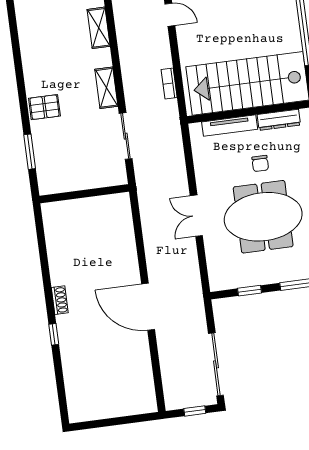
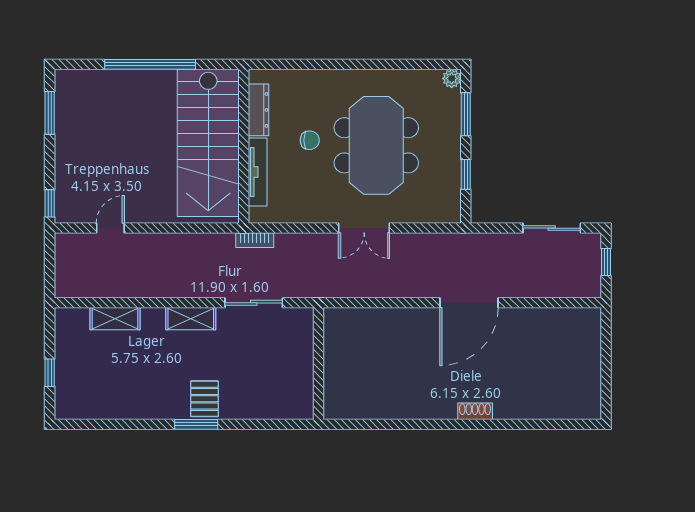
bookcase: (169, 83) -> (255, 240), moved
window: (30, 152) -> (196, 424), moved
shoe rack: (60, 300) -> (475, 411), moved
window: (54, 334) -> (488, 424), removed
sliding door: (216, 364) -> (552, 228), width x0.73

